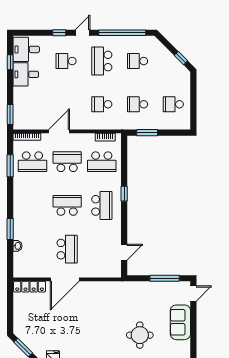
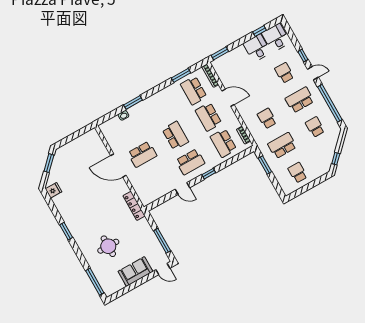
school desk: (138, 104) -> (282, 146), width x1.85
school desk: (67, 162) -> (209, 117), turned 180
door: (124, 252) -> (182, 189), moved
locker: (30, 287) -> (134, 206), moved

